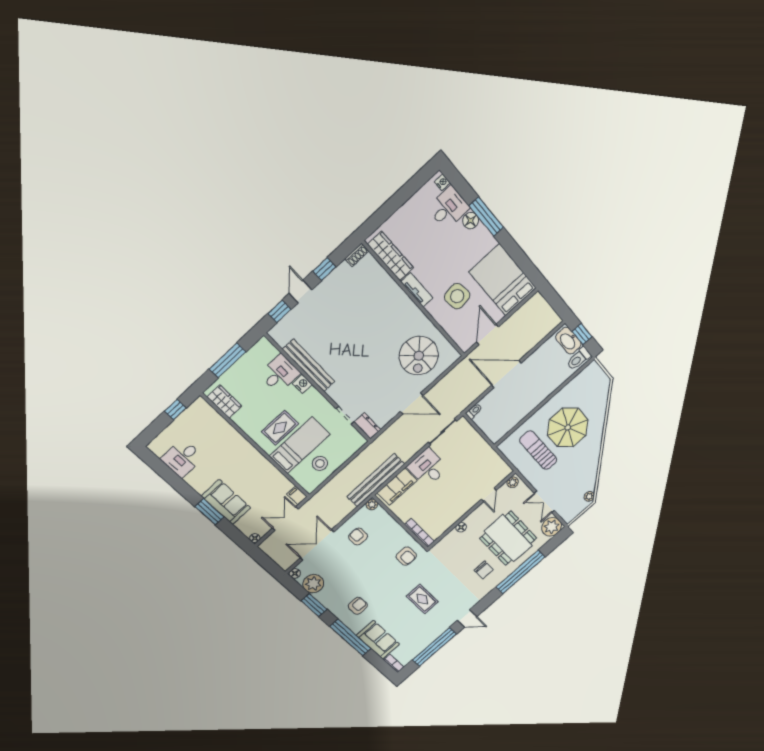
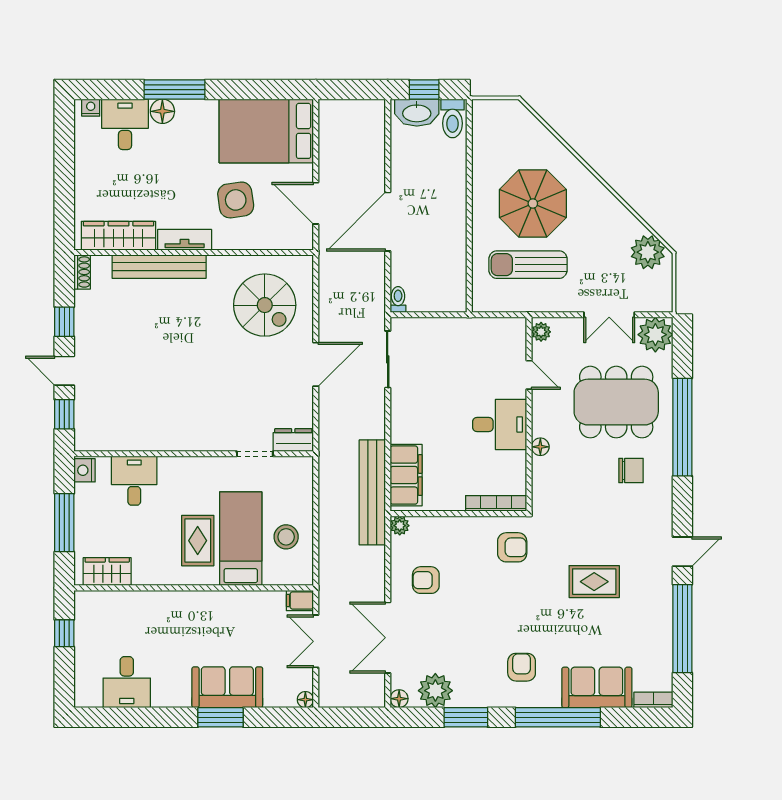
bench: (309, 365) -> (159, 267), moved
nightstand: (302, 384) -> (85, 470), moved, turned -90
desk: (428, 468) -> (500, 424), moved, turned 180
plant: (589, 496) -> (648, 252), width x1.88, depth x1.88

